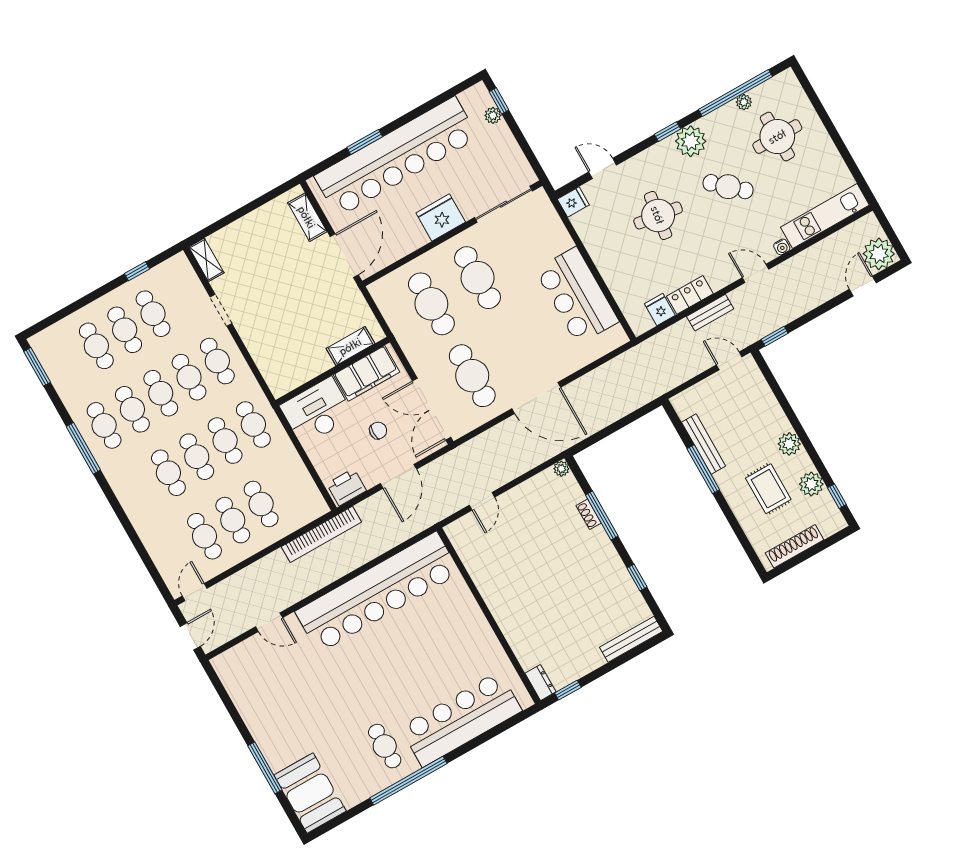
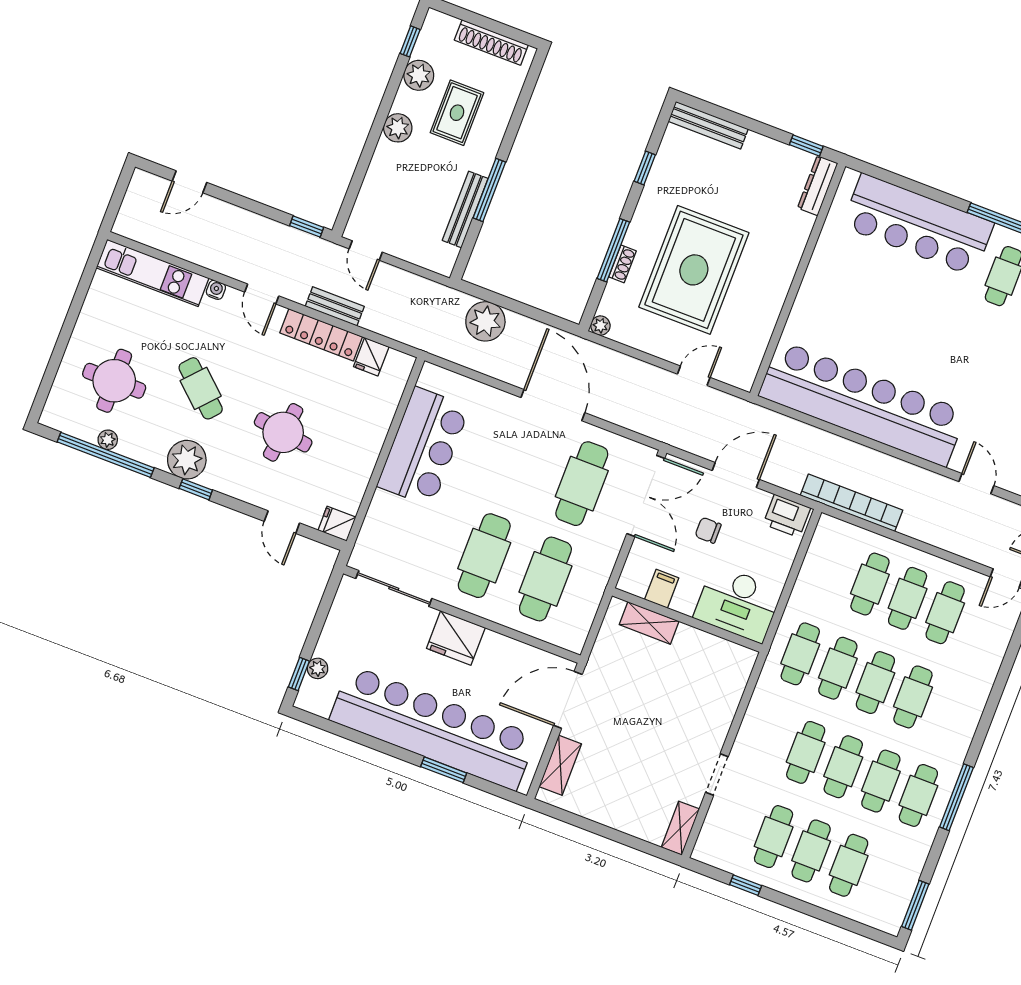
plant: (879, 254) -> (485, 321), moved
locker: (690, 295) -> (321, 335), width x1.53
cafe table: (217, 361) -> (768, 738), removed
filing cabinet: (366, 373) -> (662, 589), width x0.33, depth x0.86
rug: (548, 556) -> (694, 270), added
dresser: (540, 683) -> (818, 185), width x1.44

